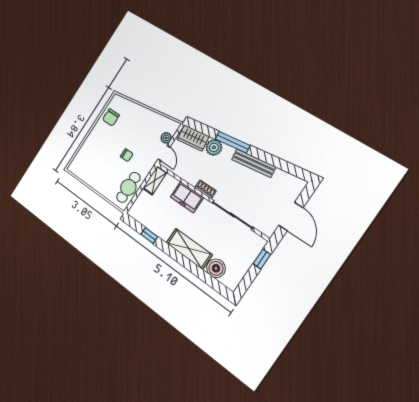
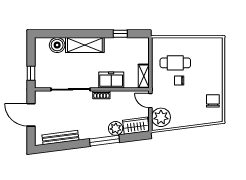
plant: (166, 138) -> (161, 117), width x1.87, depth x1.87
bench: (254, 163) -> (60, 137), moved
cafe table: (128, 187) -> (175, 63), moved, turned 90

